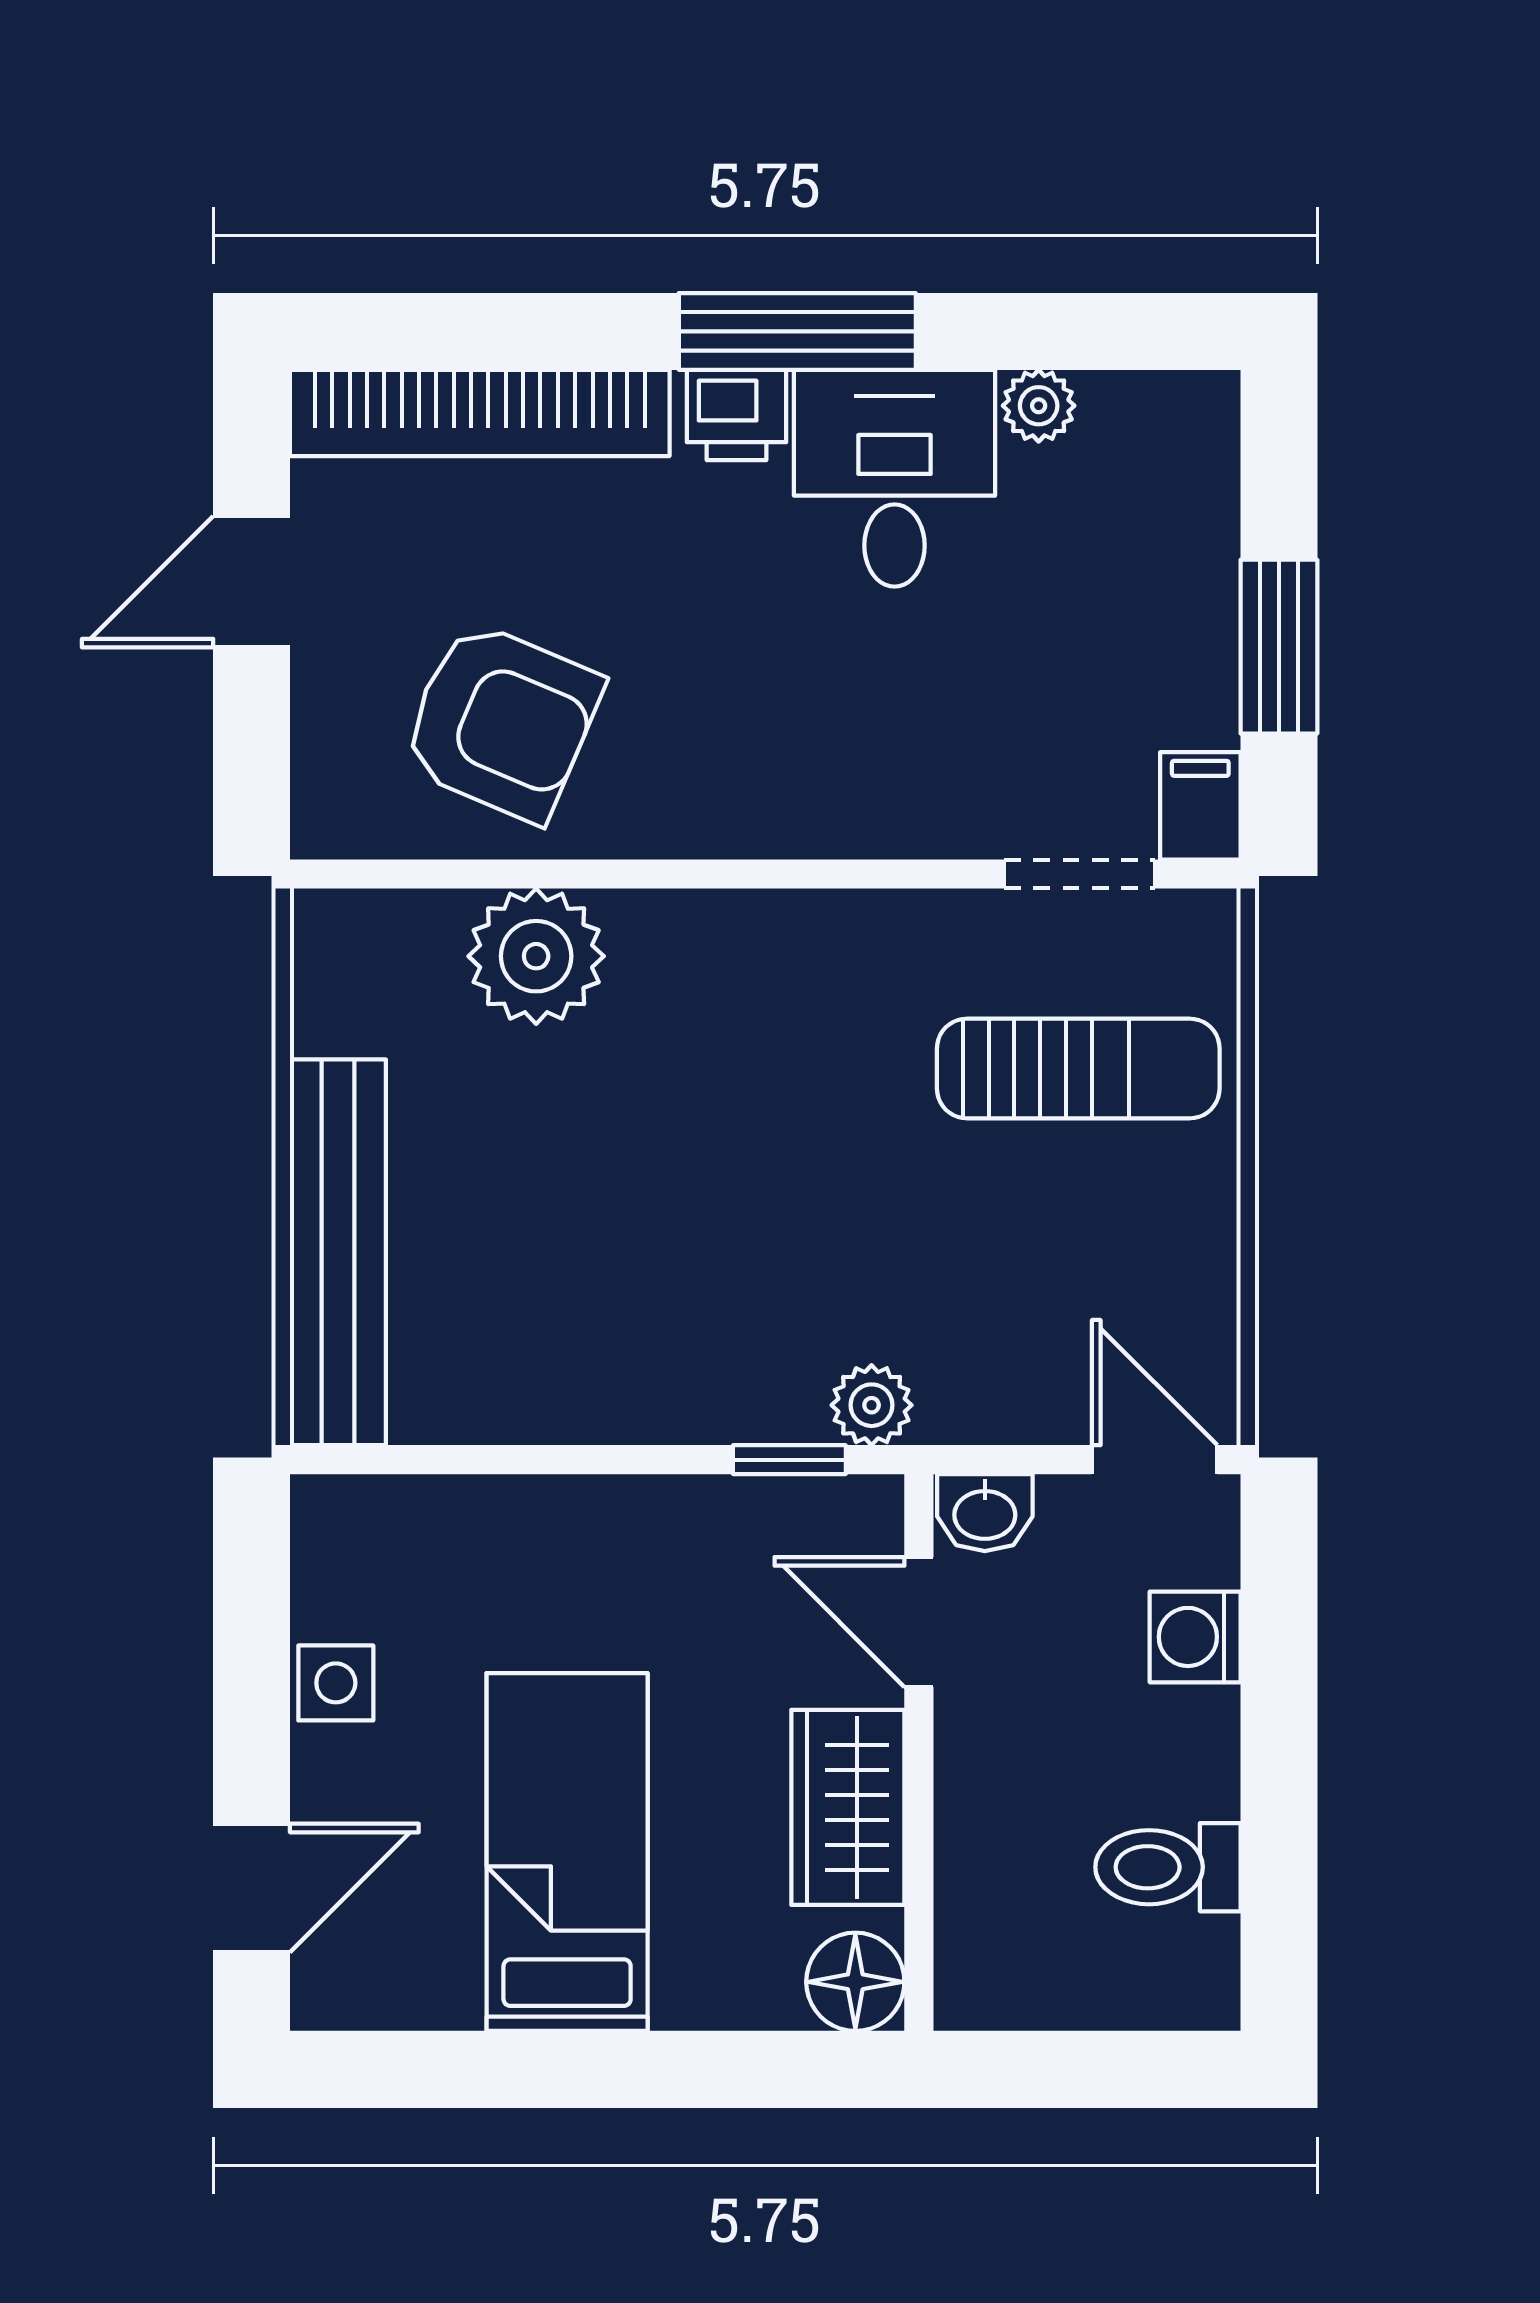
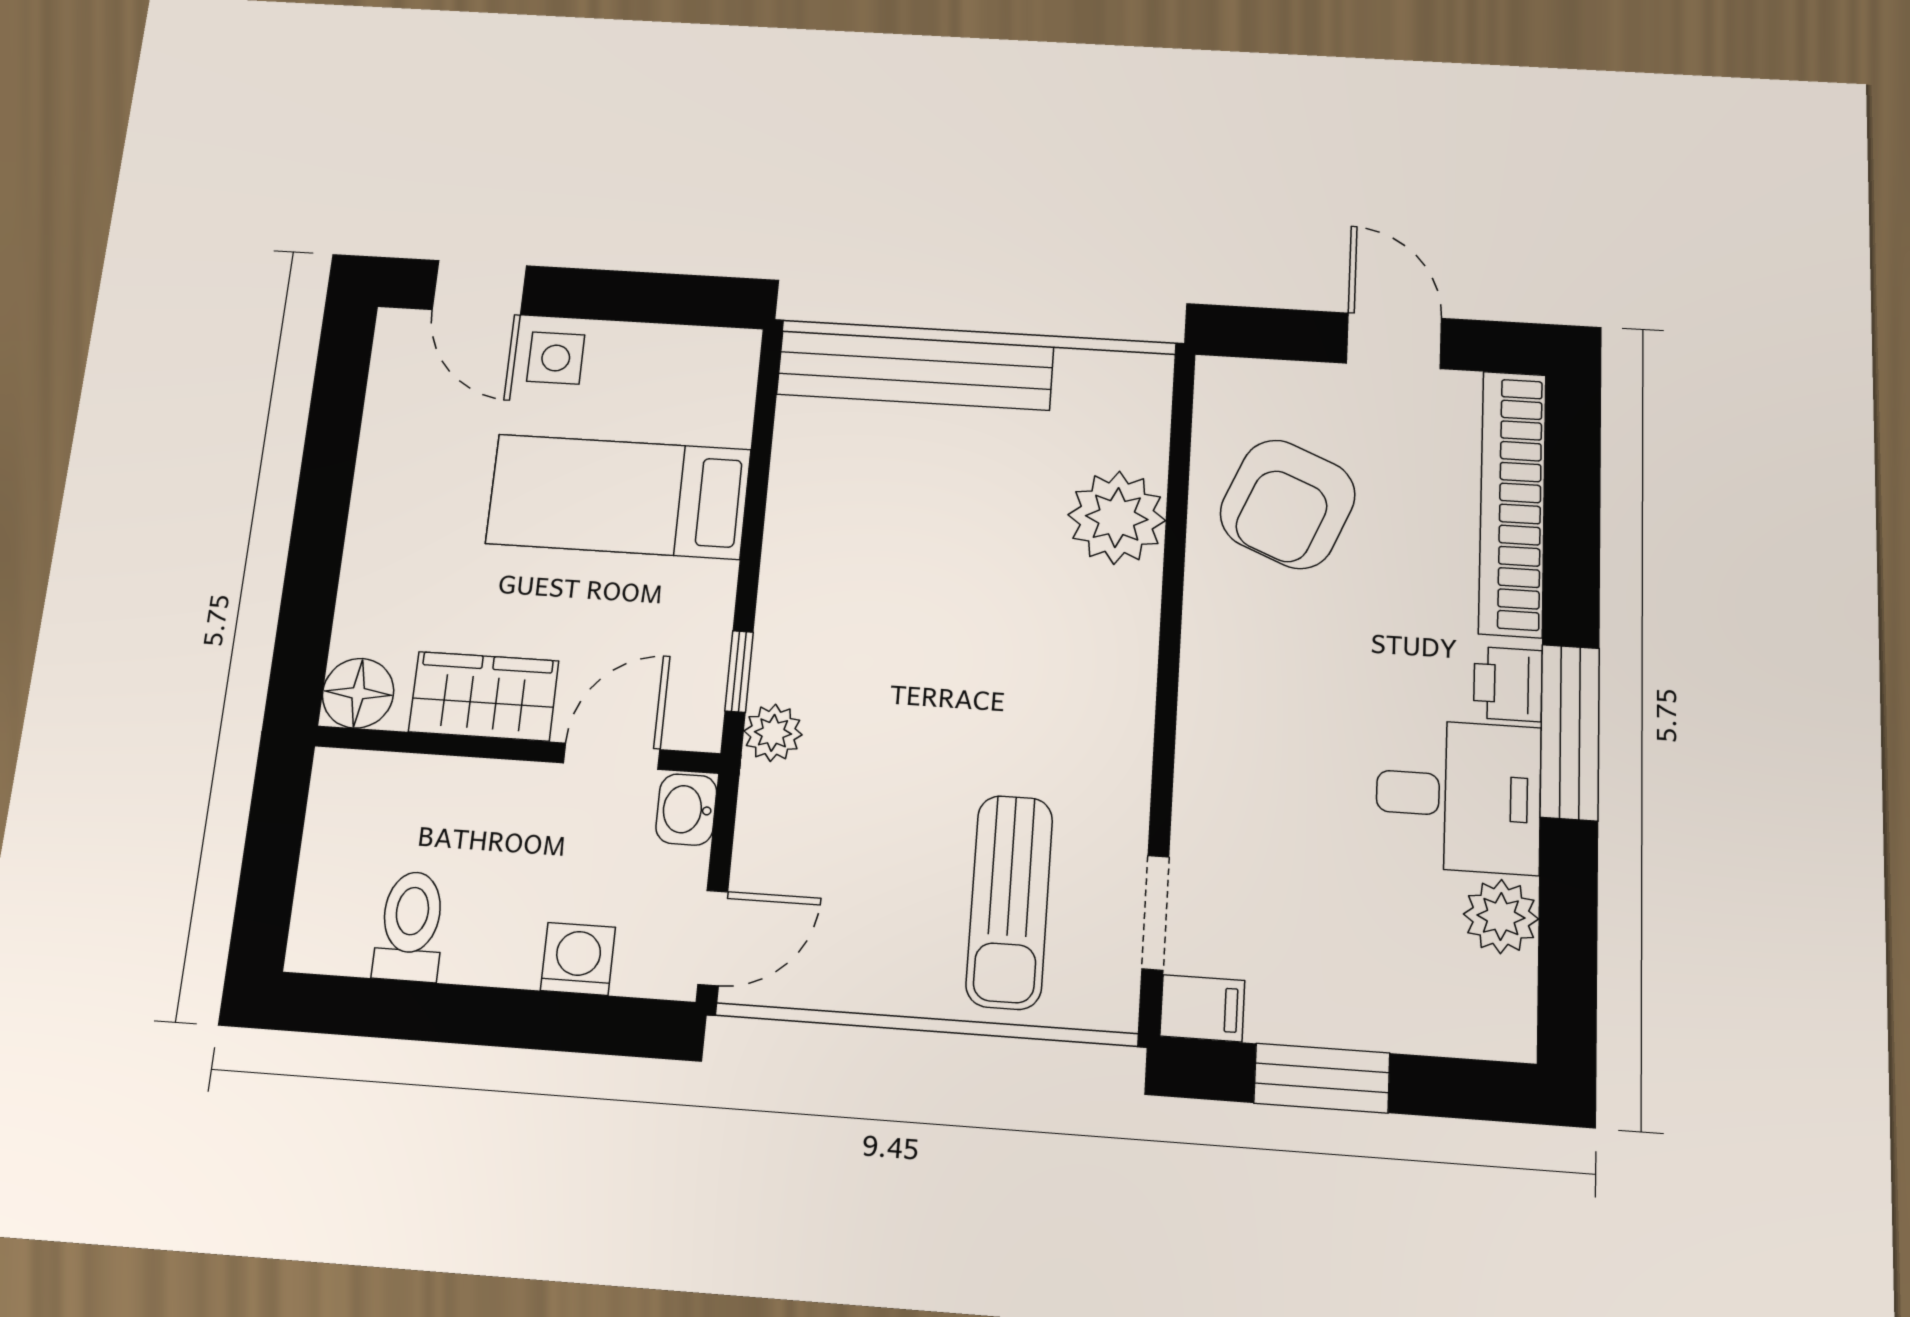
plant: (1039, 406) -> (1501, 917), width x1.38, depth x1.38
side table: (336, 1683) -> (556, 358), moved
bed: (567, 1852) -> (619, 497), moved, turned 180

